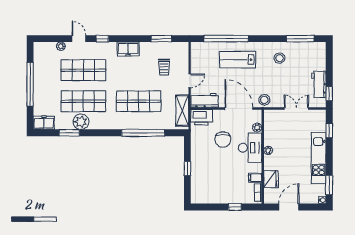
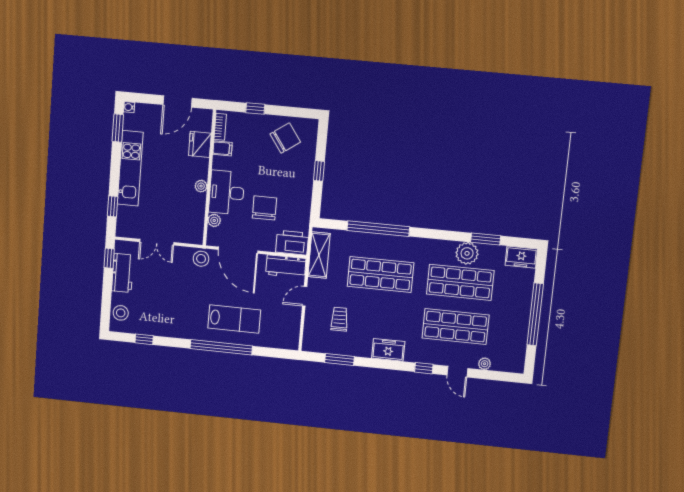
window: (226, 39) -> (221, 347), moved
window: (300, 39) -> (144, 339), width x0.46
stool: (279, 58) -> (121, 313), moved
chair: (213, 189) -> (285, 138), added

